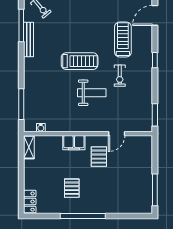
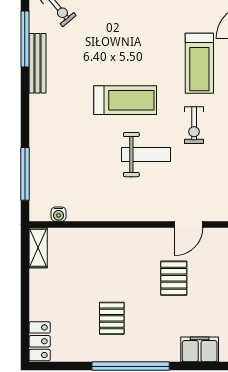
treadmill: (123, 40) -> (199, 63), turned 180
filing cabinet: (74, 143) -> (200, 349), moved, turned 180
pallet: (99, 157) -> (174, 278), moved

